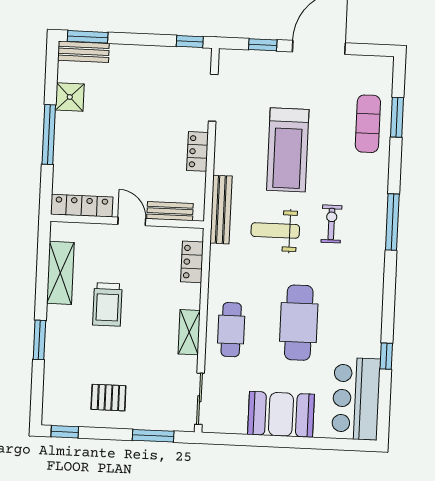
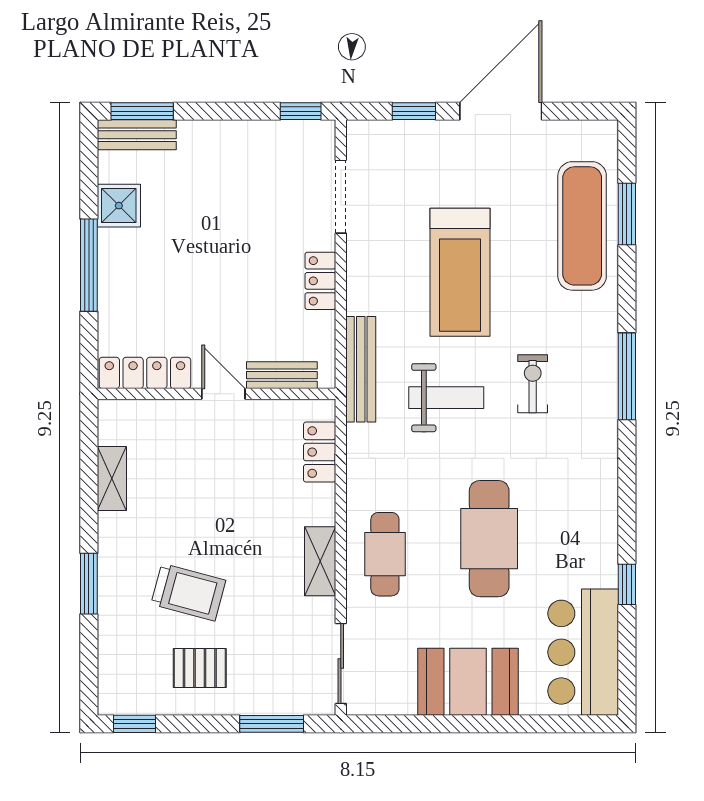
exercise mat: (368, 124) -> (582, 226), width x1.36, depth x1.45
weight bench: (275, 230) -> (446, 398), turned 180
shelving: (60, 273) -> (112, 478), width x0.67, depth x0.75
trolley: (107, 304) -> (188, 592), moved, turned -75

